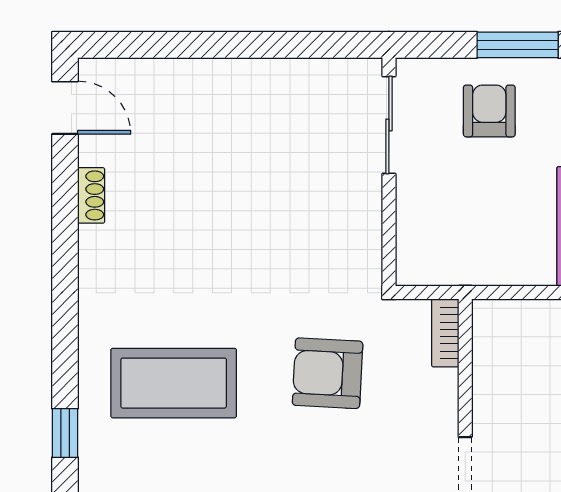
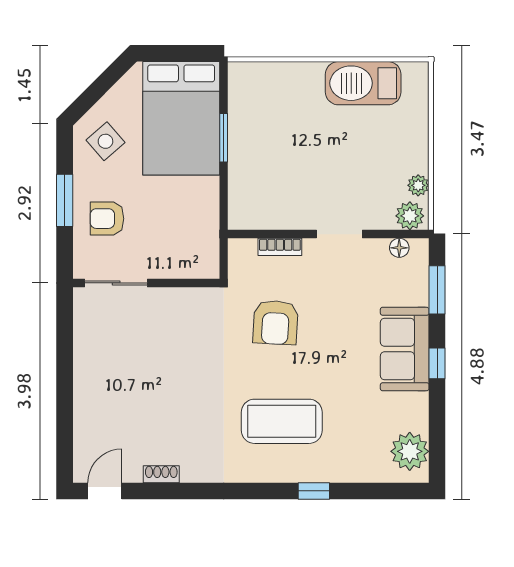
bookcase: (445, 333) -> (280, 247), moved
coffee table: (174, 383) -> (282, 421), turned 90

